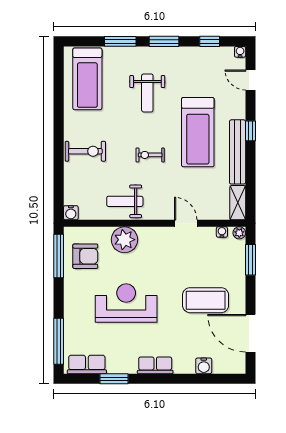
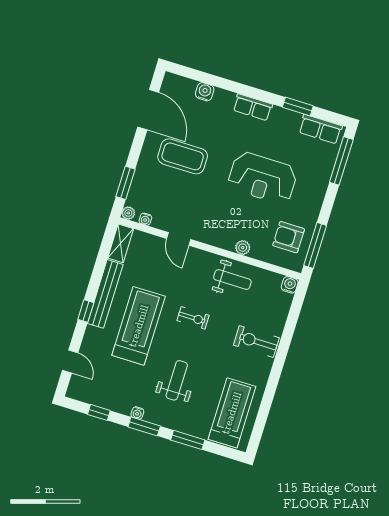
water cooler: (240, 52) -> (137, 413), moved
plant: (124, 240) -> (243, 248), width x0.53, depth x0.53

